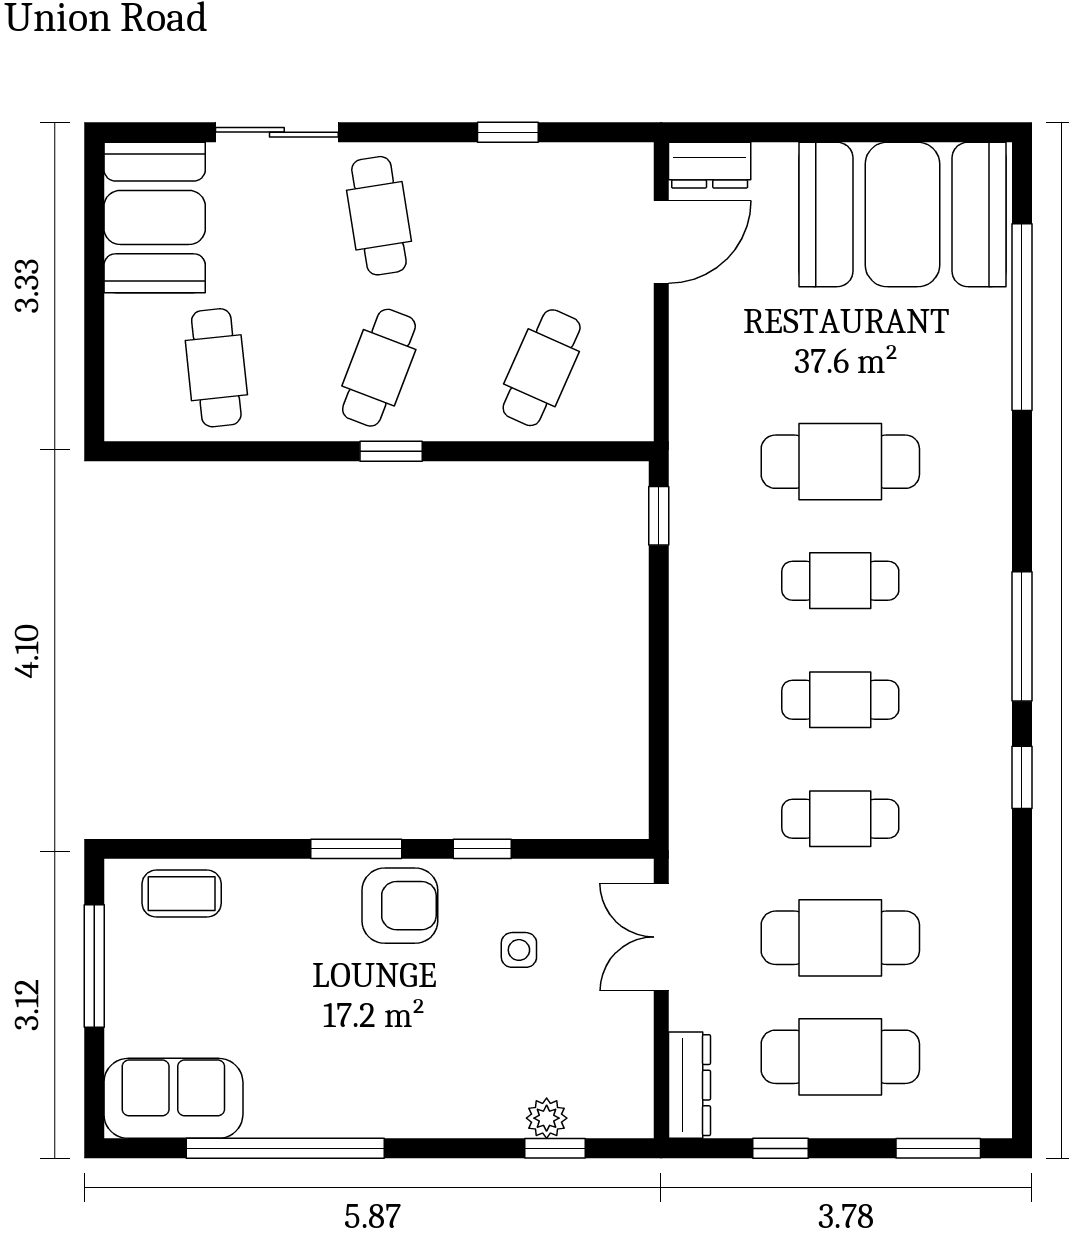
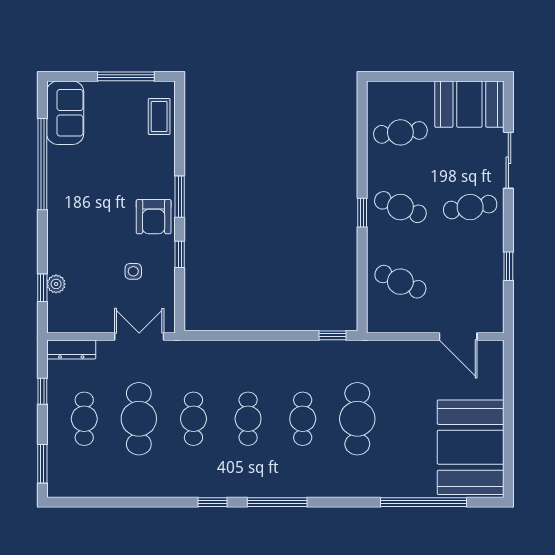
dresser: (710, 165) -> (493, 359), removed
cafe table: (840, 1057) -> (84, 419), width x0.73, depth x0.74

